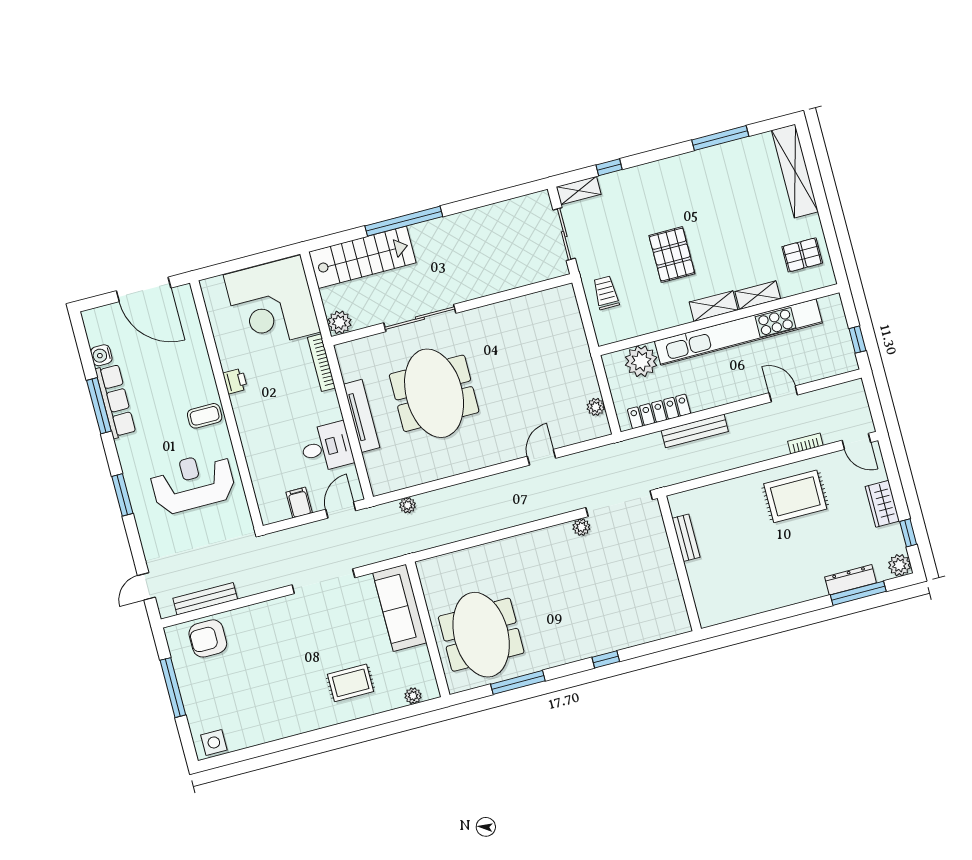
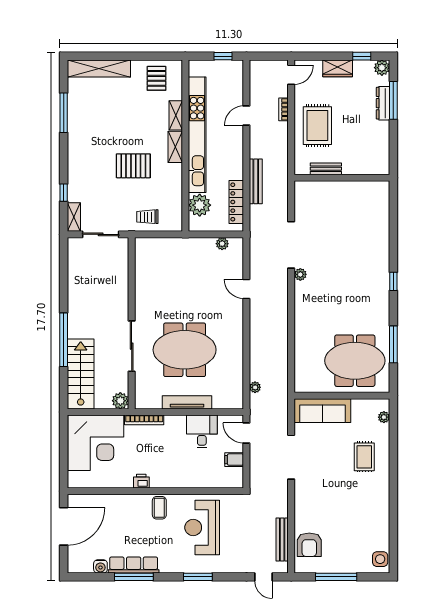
bench: (686, 538) -> (326, 169), moved
wall: (679, 563) -> (342, 178), moved

